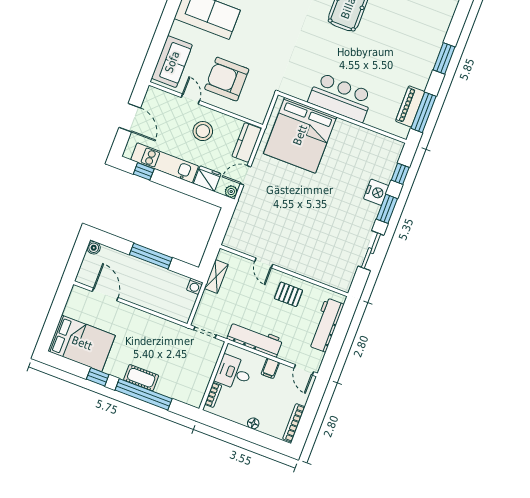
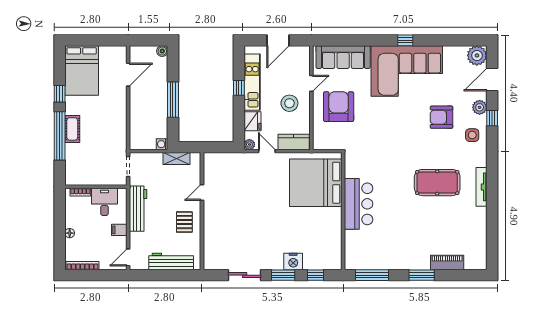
sofa: (172, 62) -> (343, 57), width x1.36
piano: (410, 106) -> (447, 262), moved
window: (144, 171) -> (239, 88), moved

